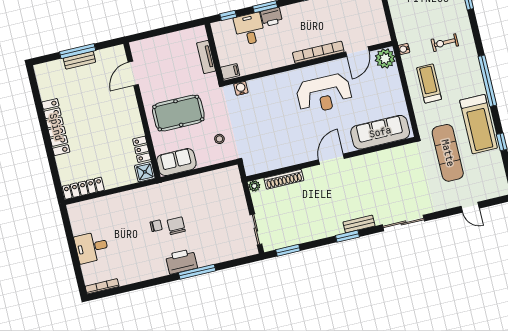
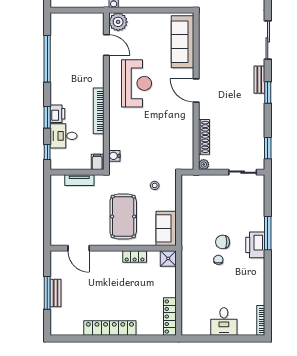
bookcase: (318, 52) -> (99, 111), moved
locker: (142, 149) -> (135, 257), moved

